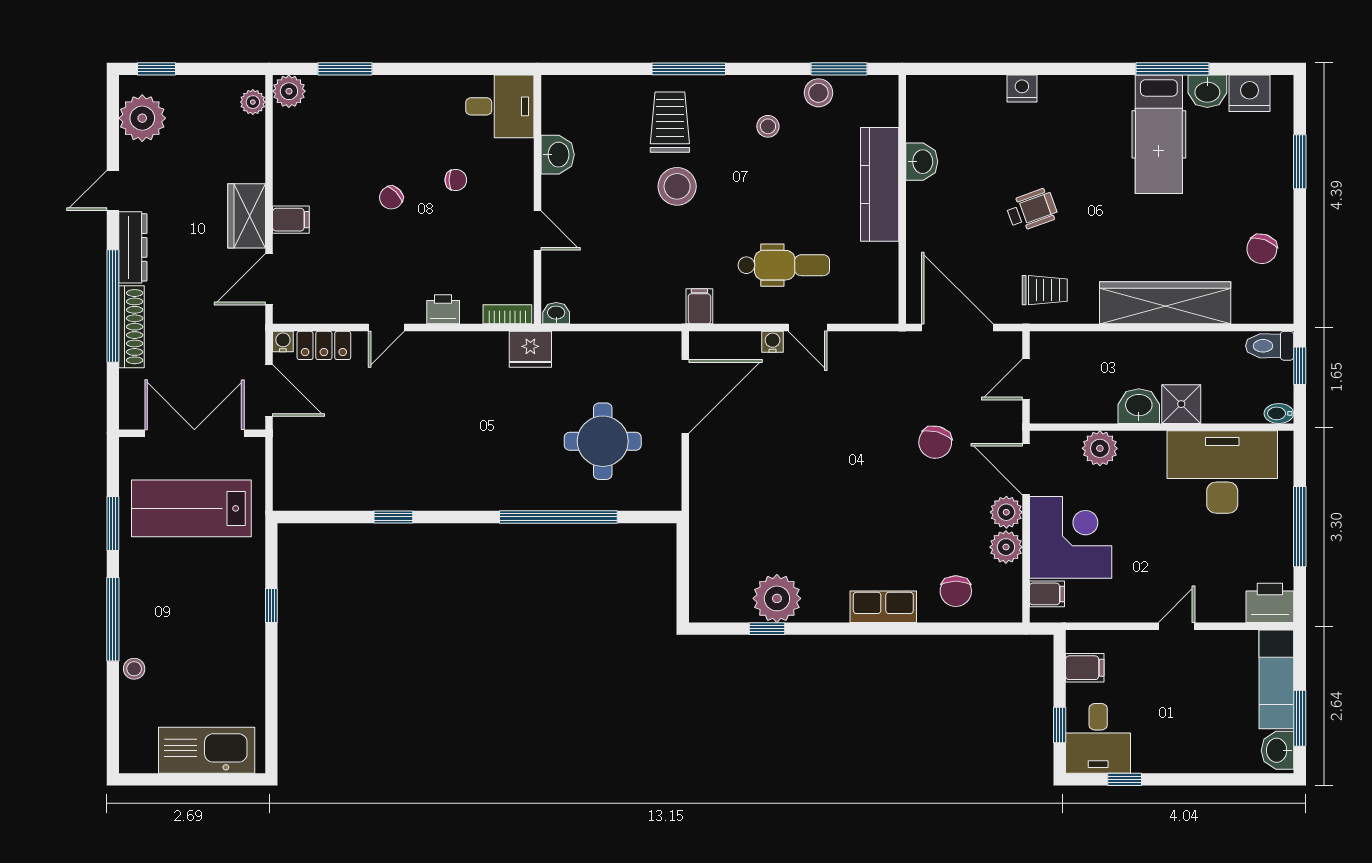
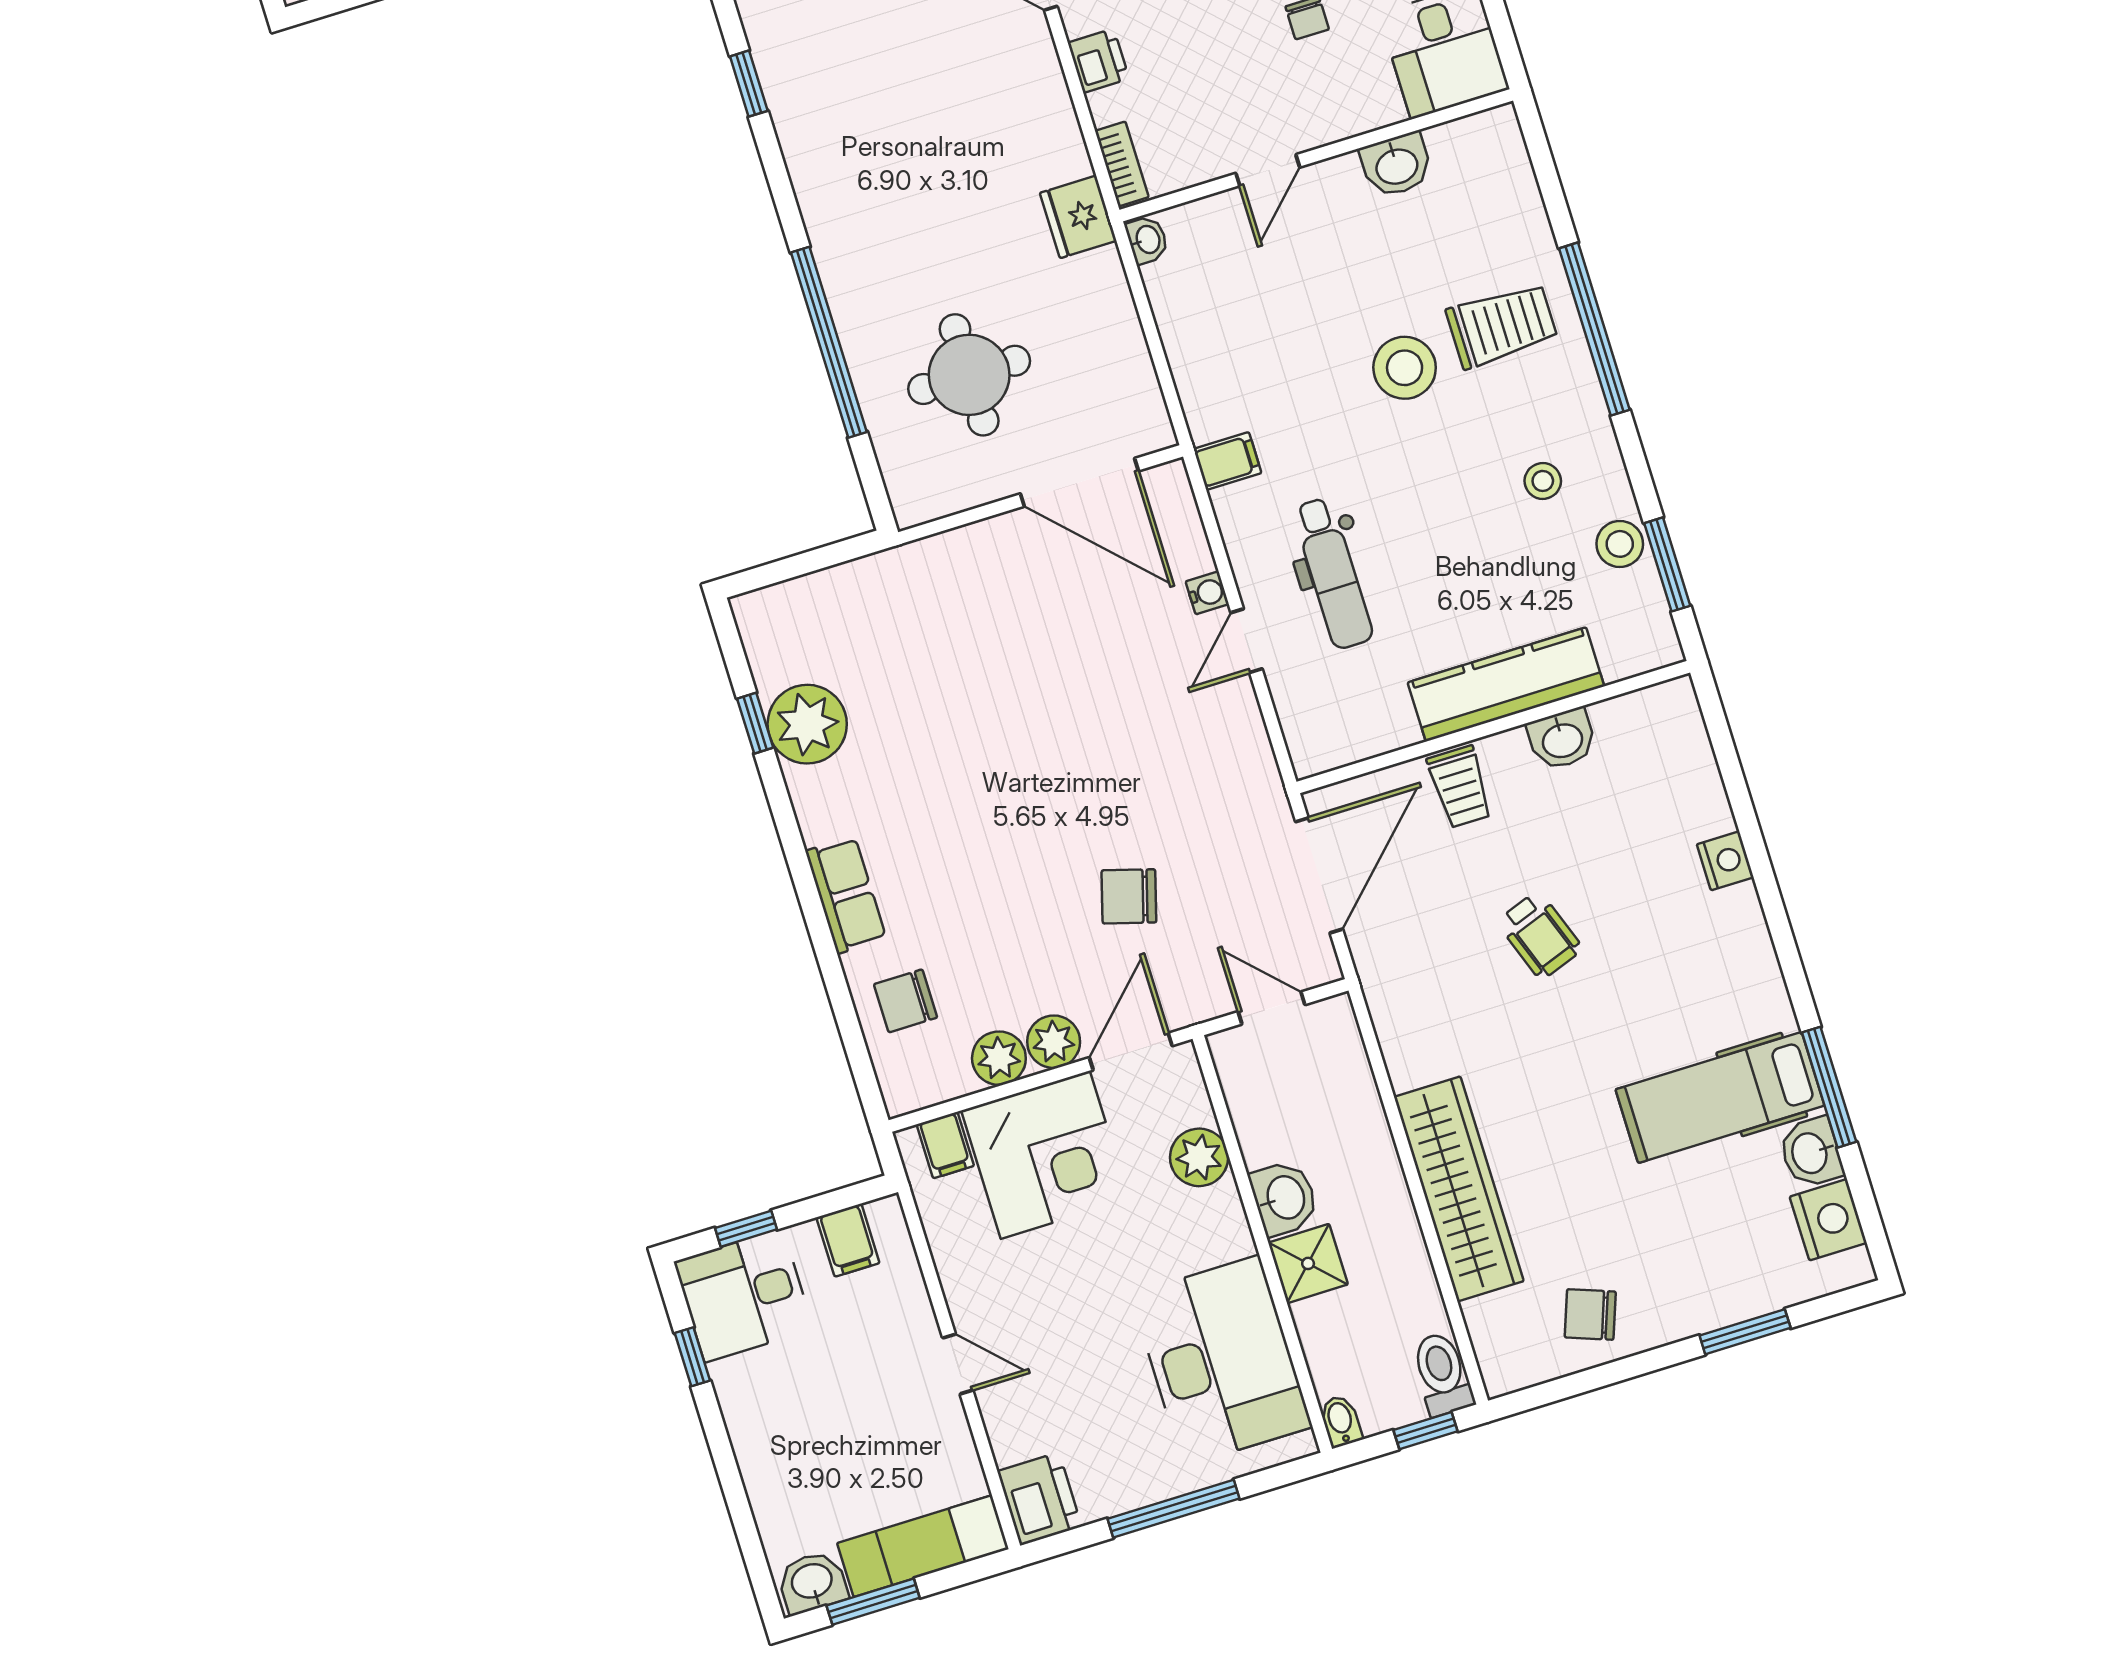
window: (689, 69) -> (1594, 329), width x1.46
trolley: (1045, 290) -> (1460, 787), moved

